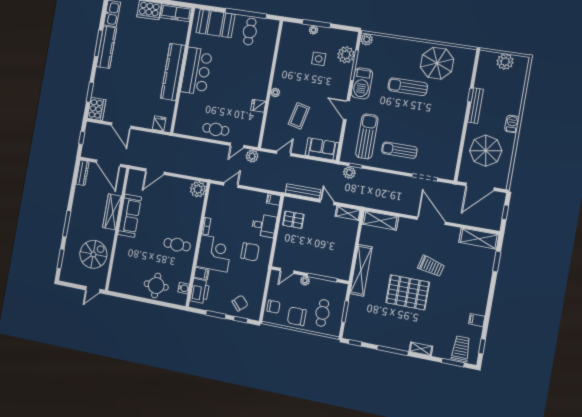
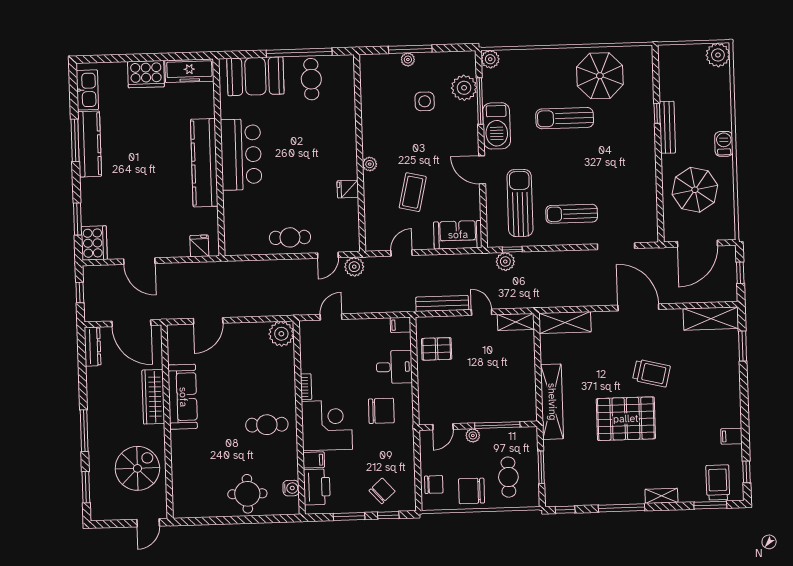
plant: (505, 62) -> (718, 55), moved

